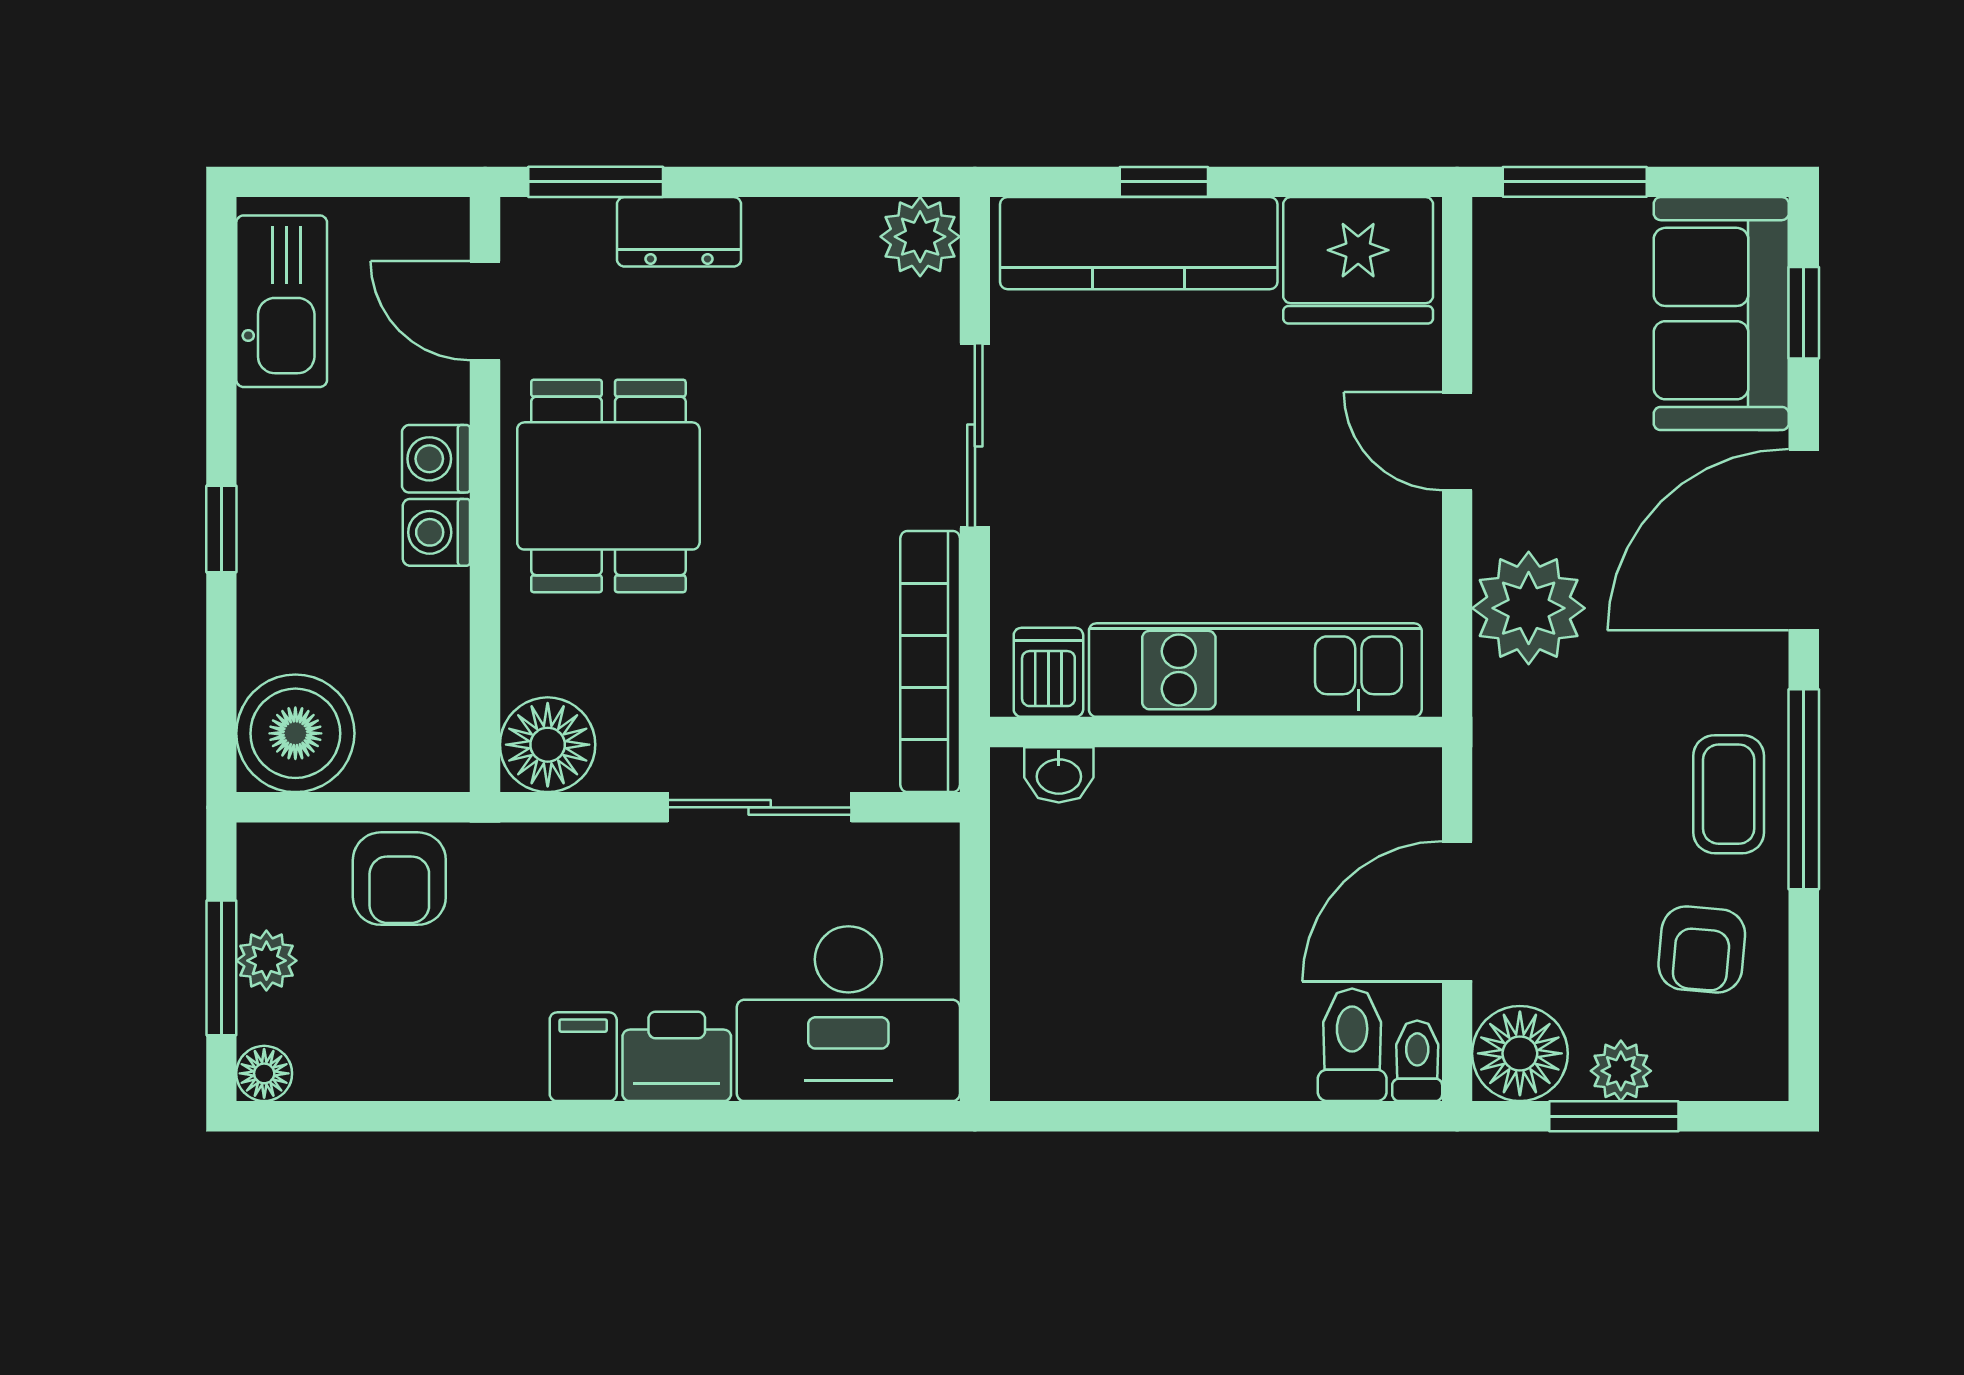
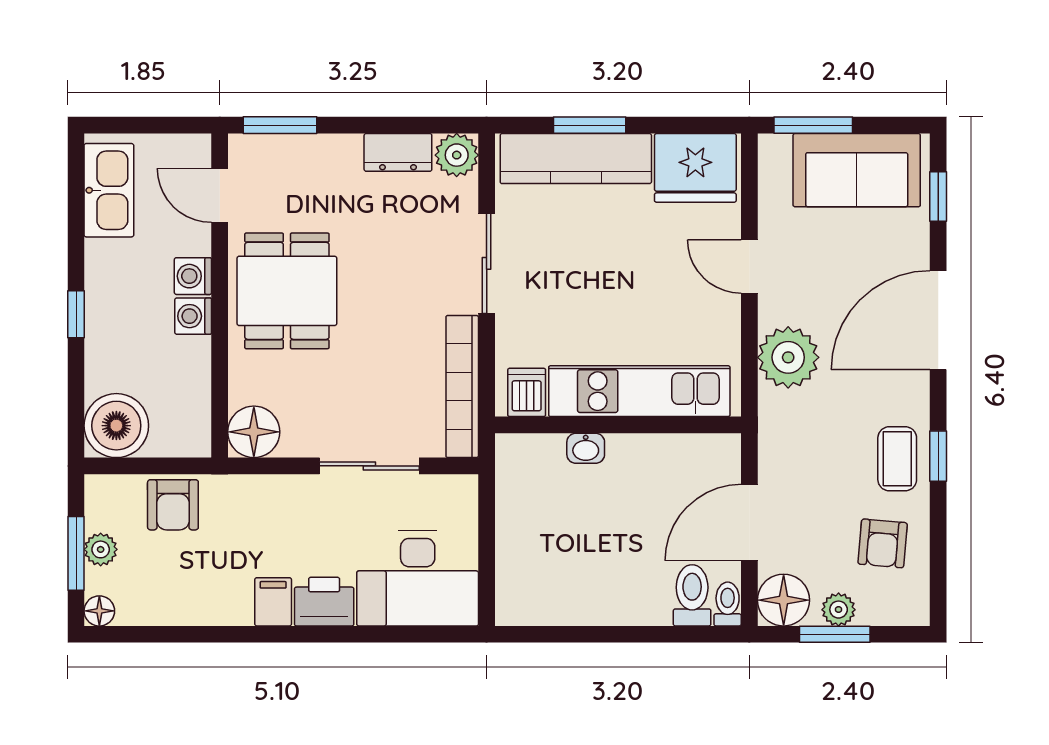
window: (1164, 182) -> (590, 125), width x1.50
dresser: (679, 232) -> (398, 152), moved
sofa: (1721, 314) -> (857, 170), moved, turned -90
washbasin: (1059, 775) -> (586, 448), moved
window: (1804, 789) -> (938, 456), width x0.46

